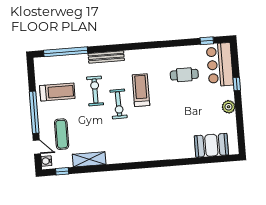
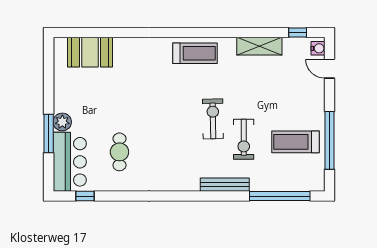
cafe table: (184, 75) -> (119, 152), turned 90
window: (237, 84) -> (49, 133), width x2.17
treadmill: (141, 90) -> (195, 53), moved, turned -90
plant: (229, 107) -> (62, 122), moved
window: (34, 112) -> (330, 140), moved
exercise mat: (62, 134) -> (294, 84), removed

